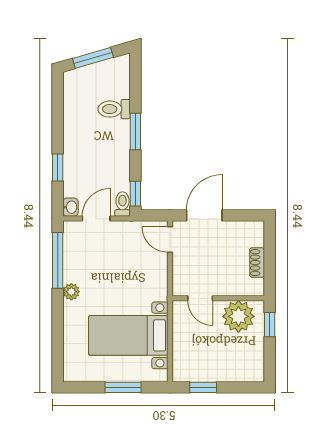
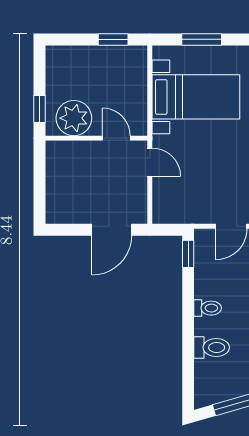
window: (135, 131) -> (188, 323), removed
toilet: (122, 204) -> (208, 308), moved, turned -90
door: (170, 239) -> (150, 162), moved
shoe rack: (257, 263) -> (53, 178), removed

